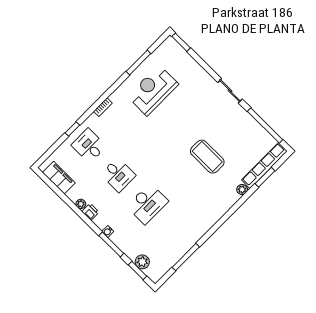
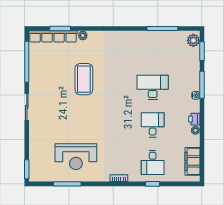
plant: (142, 262) -> (193, 40), moved

